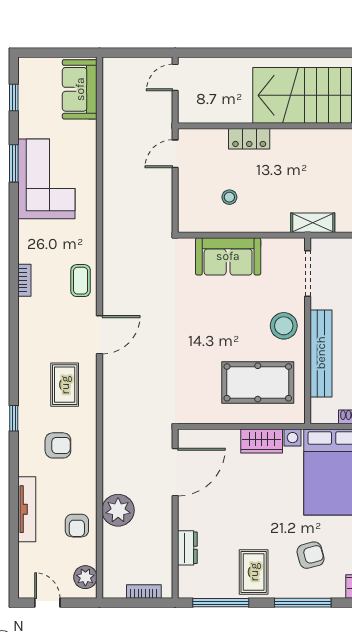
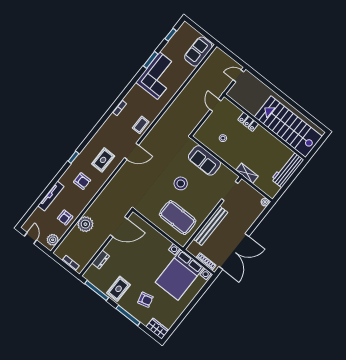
door: (175, 154) -> (215, 105), hinge flipped
stool: (284, 326) -> (181, 183), moved
wardrobe: (262, 441) -> (161, 241), removed

